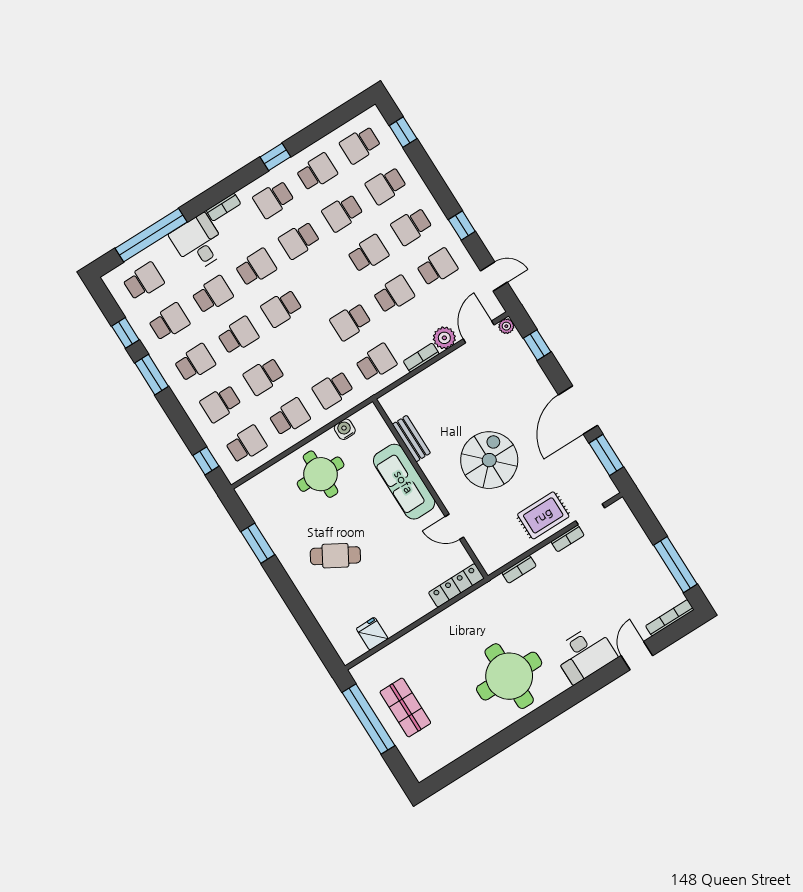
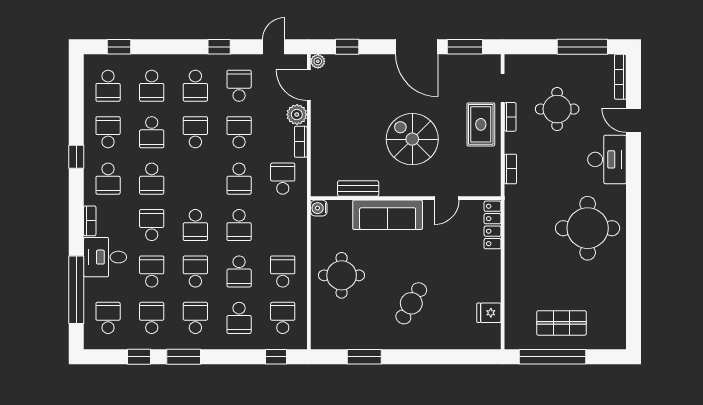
school desk: (333, 390) -> (239, 225), moved
water cooler: (345, 429) -> (319, 208), moved
round table: (602, 578) -> (557, 109), added

